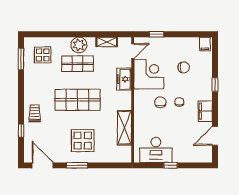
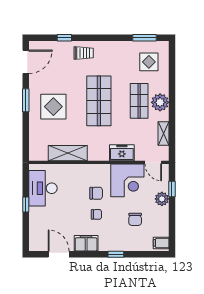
plant: (165, 43) -> (162, 199), added

